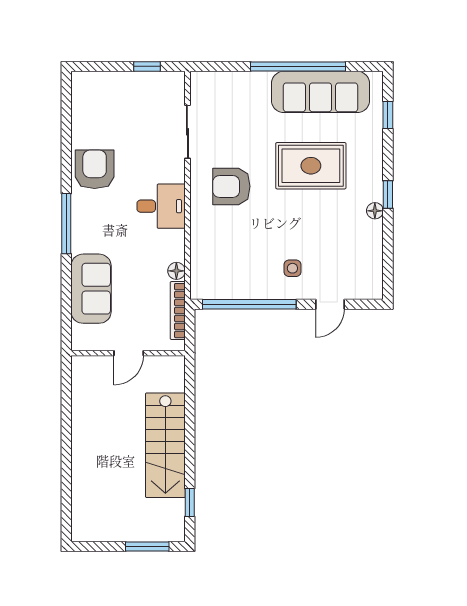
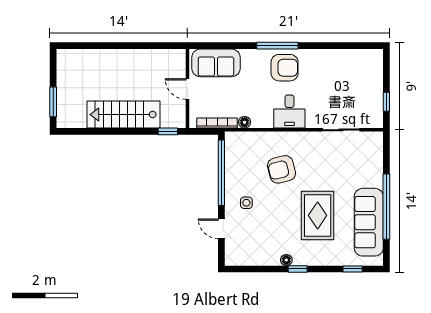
armchair: (95, 169) -> (285, 68), moved
armchair: (231, 186) -> (282, 169), moved, turned -104
sofa: (91, 289) -> (216, 63), moved
window: (190, 502) -> (168, 131), moved

